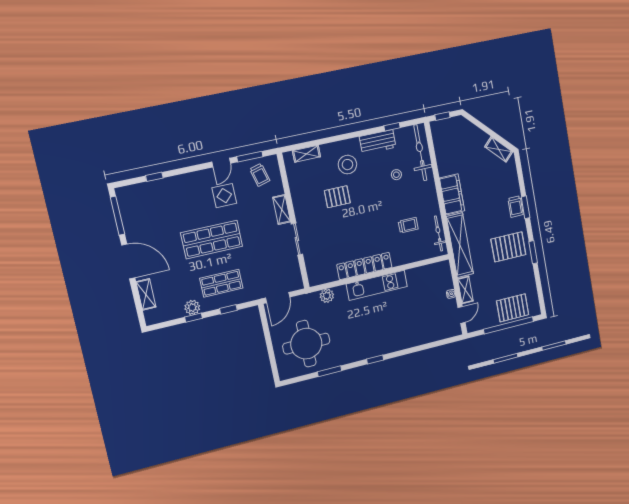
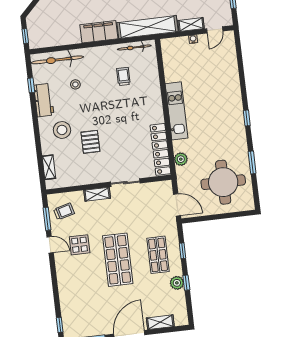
window: (154, 177) -> (60, 325), moved
locker: (364, 266) -> (160, 149), moved
door: (462, 315) -> (215, 30), swing flipped

